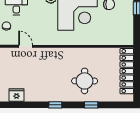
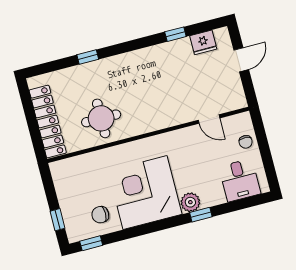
round table: (85, 81) -> (101, 118), moved
window: (55, 105) -> (175, 34), moved

